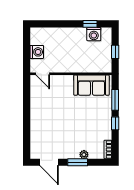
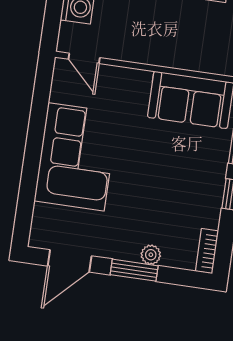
corner sofa: (46, 117) -> (76, 157), added
door: (49, 162) -> (70, 261), hinge flipped

